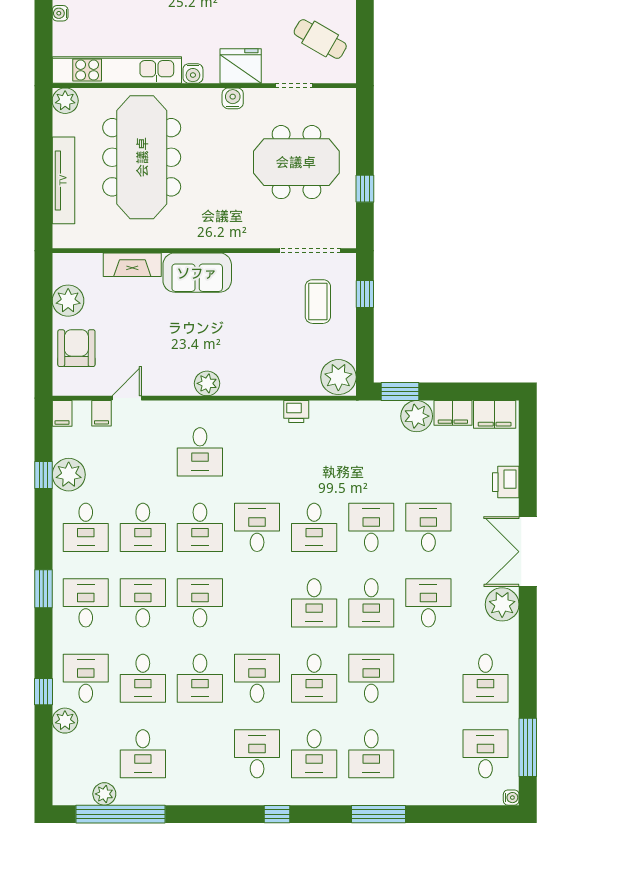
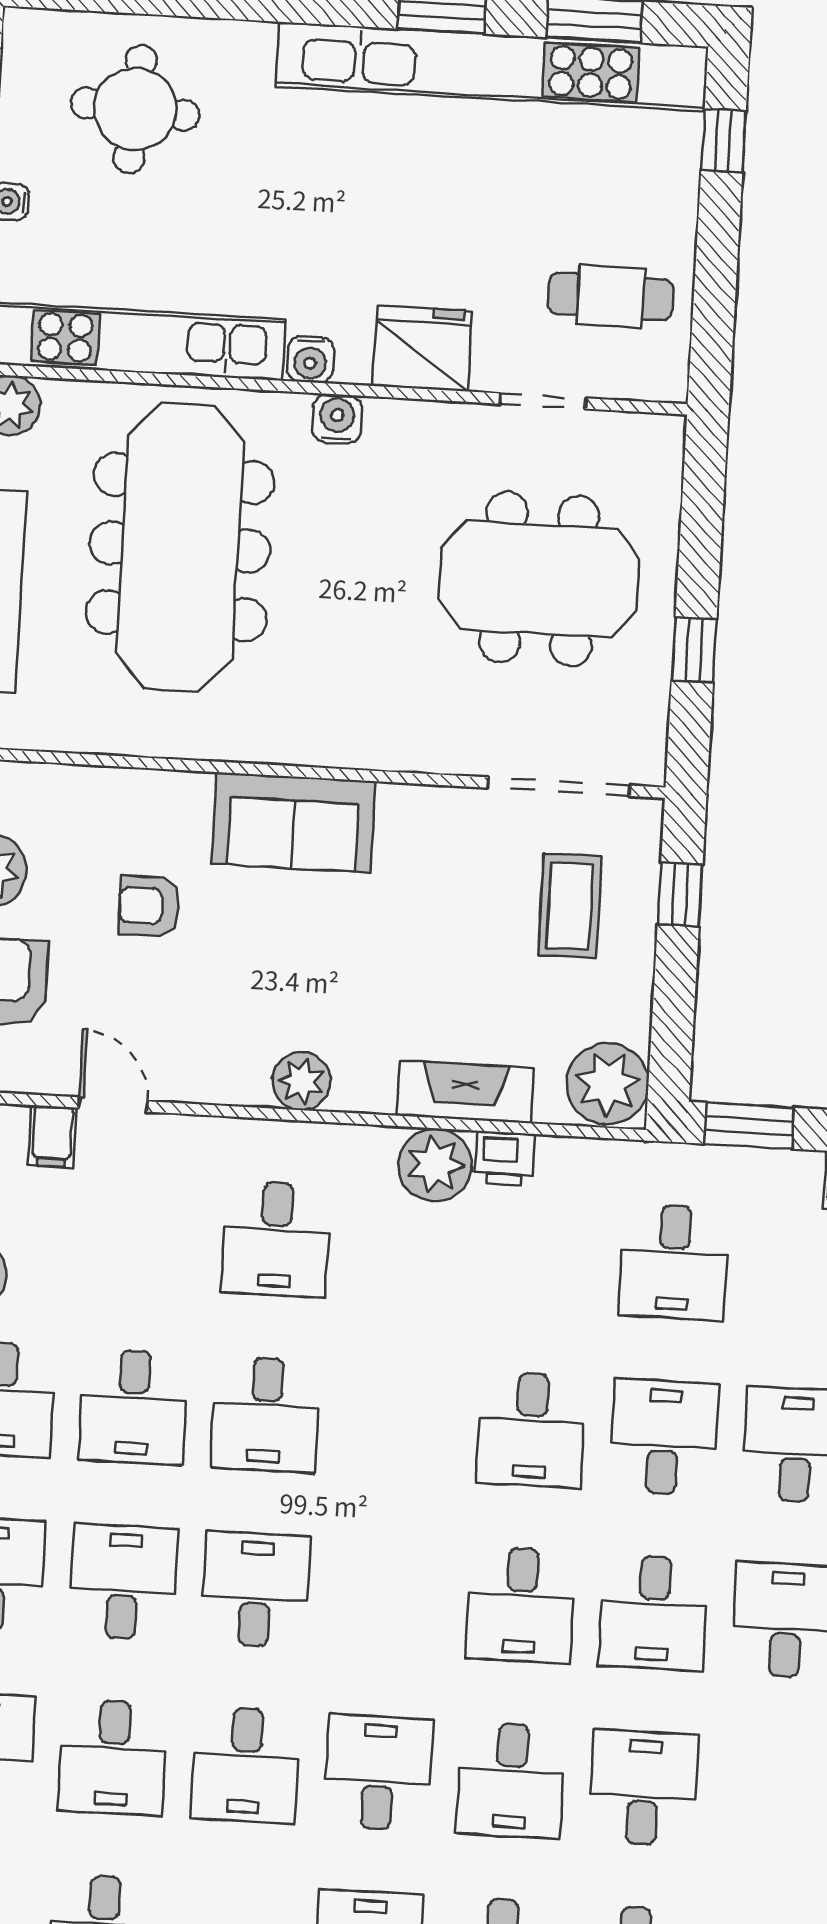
cafe table: (320, 39) -> (610, 296), turned -30
water cooler: (233, 98) -> (337, 419), moved
fireplace: (132, 265) -> (465, 1092), moved, turned 180
armchair: (137, 312) -> (149, 906), added
door: (127, 398) -> (113, 1104), hinge flipped
plant: (417, 416) -> (435, 1165), moved
desk: (257, 527) -> (674, 1262), moved, turned 180

